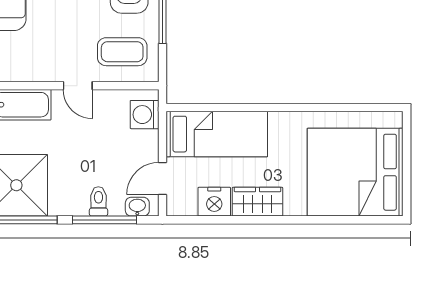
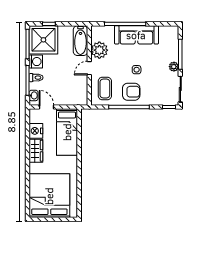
plant: (39, 64) -> (99, 50), added
washing machine: (145, 115) -> (36, 62), moved, turned 90

